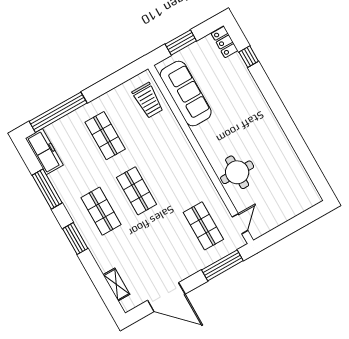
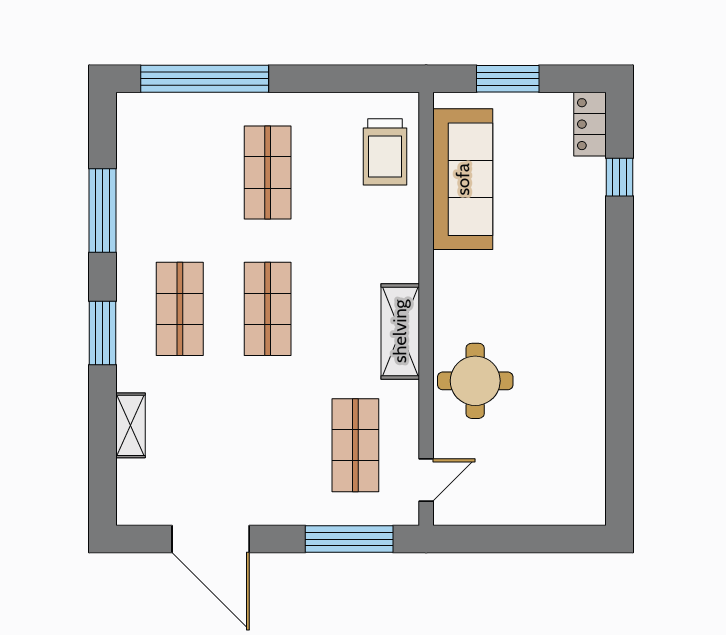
freezer: (44, 152) -> (137, 138), removed
shelving: (195, 170) -> (400, 331), added
shelving: (116, 285) -> (130, 425), moved

